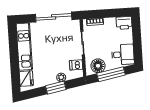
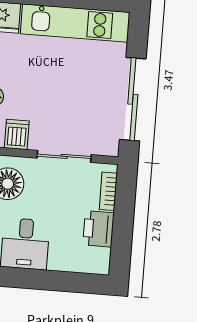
printer: (124, 23) -> (98, 229), moved

